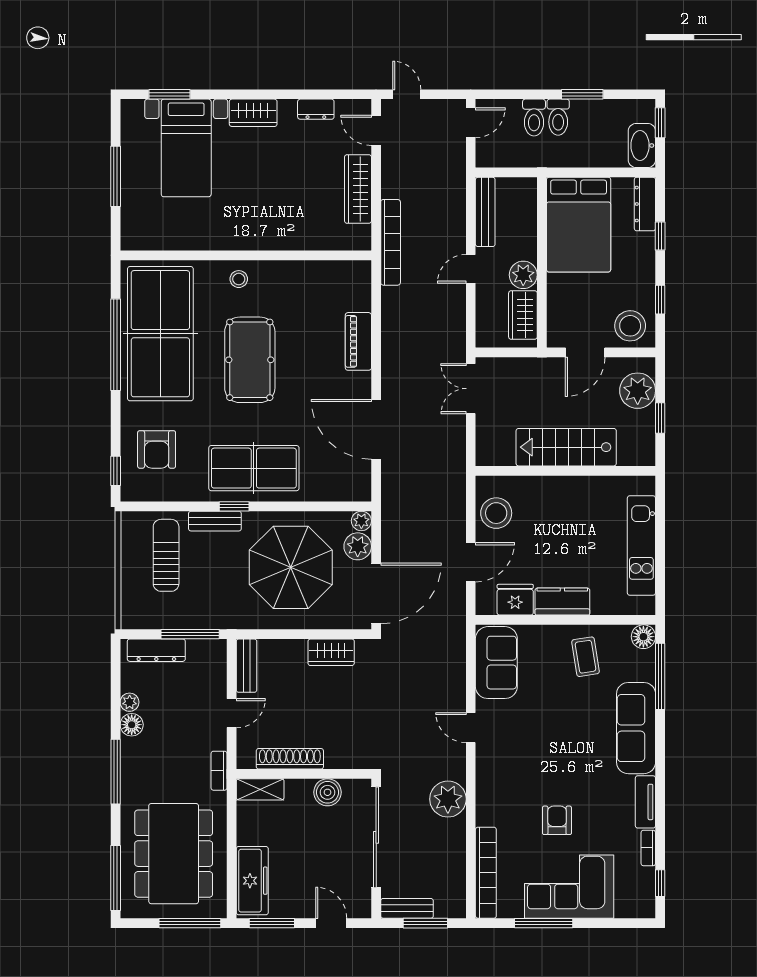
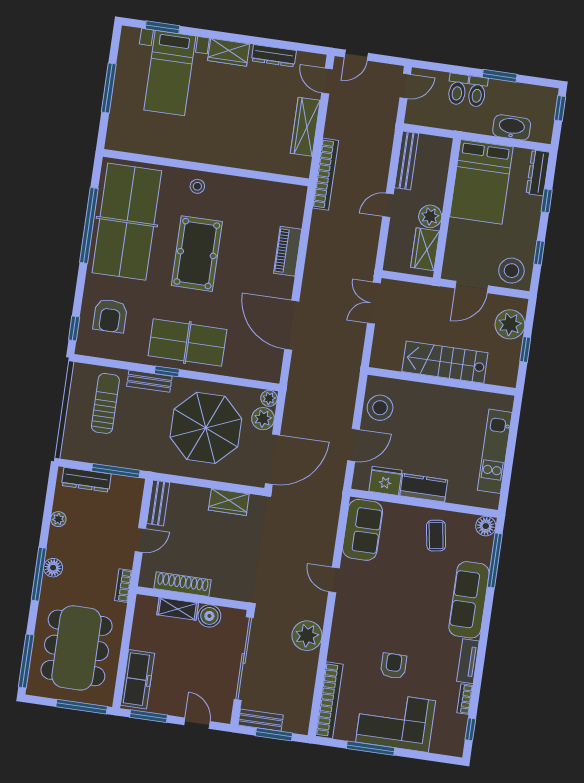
door: (407, 94) -> (356, 55), swing flipped
dresser: (316, 109) -> (274, 56), width x1.44
washbasin: (642, 145) -> (512, 127), moved, turned 90
floor lamp: (132, 725) -> (53, 568), moved
shelving: (260, 789) -> (178, 609), moved

